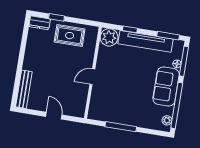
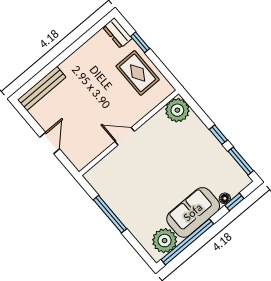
window: (130, 29) -> (218, 135), moved
tv unit: (146, 41) -> (212, 147), removed
window: (184, 61) -> (234, 202), width x0.46
plant: (167, 120) -> (165, 241), width x1.88, depth x1.88

